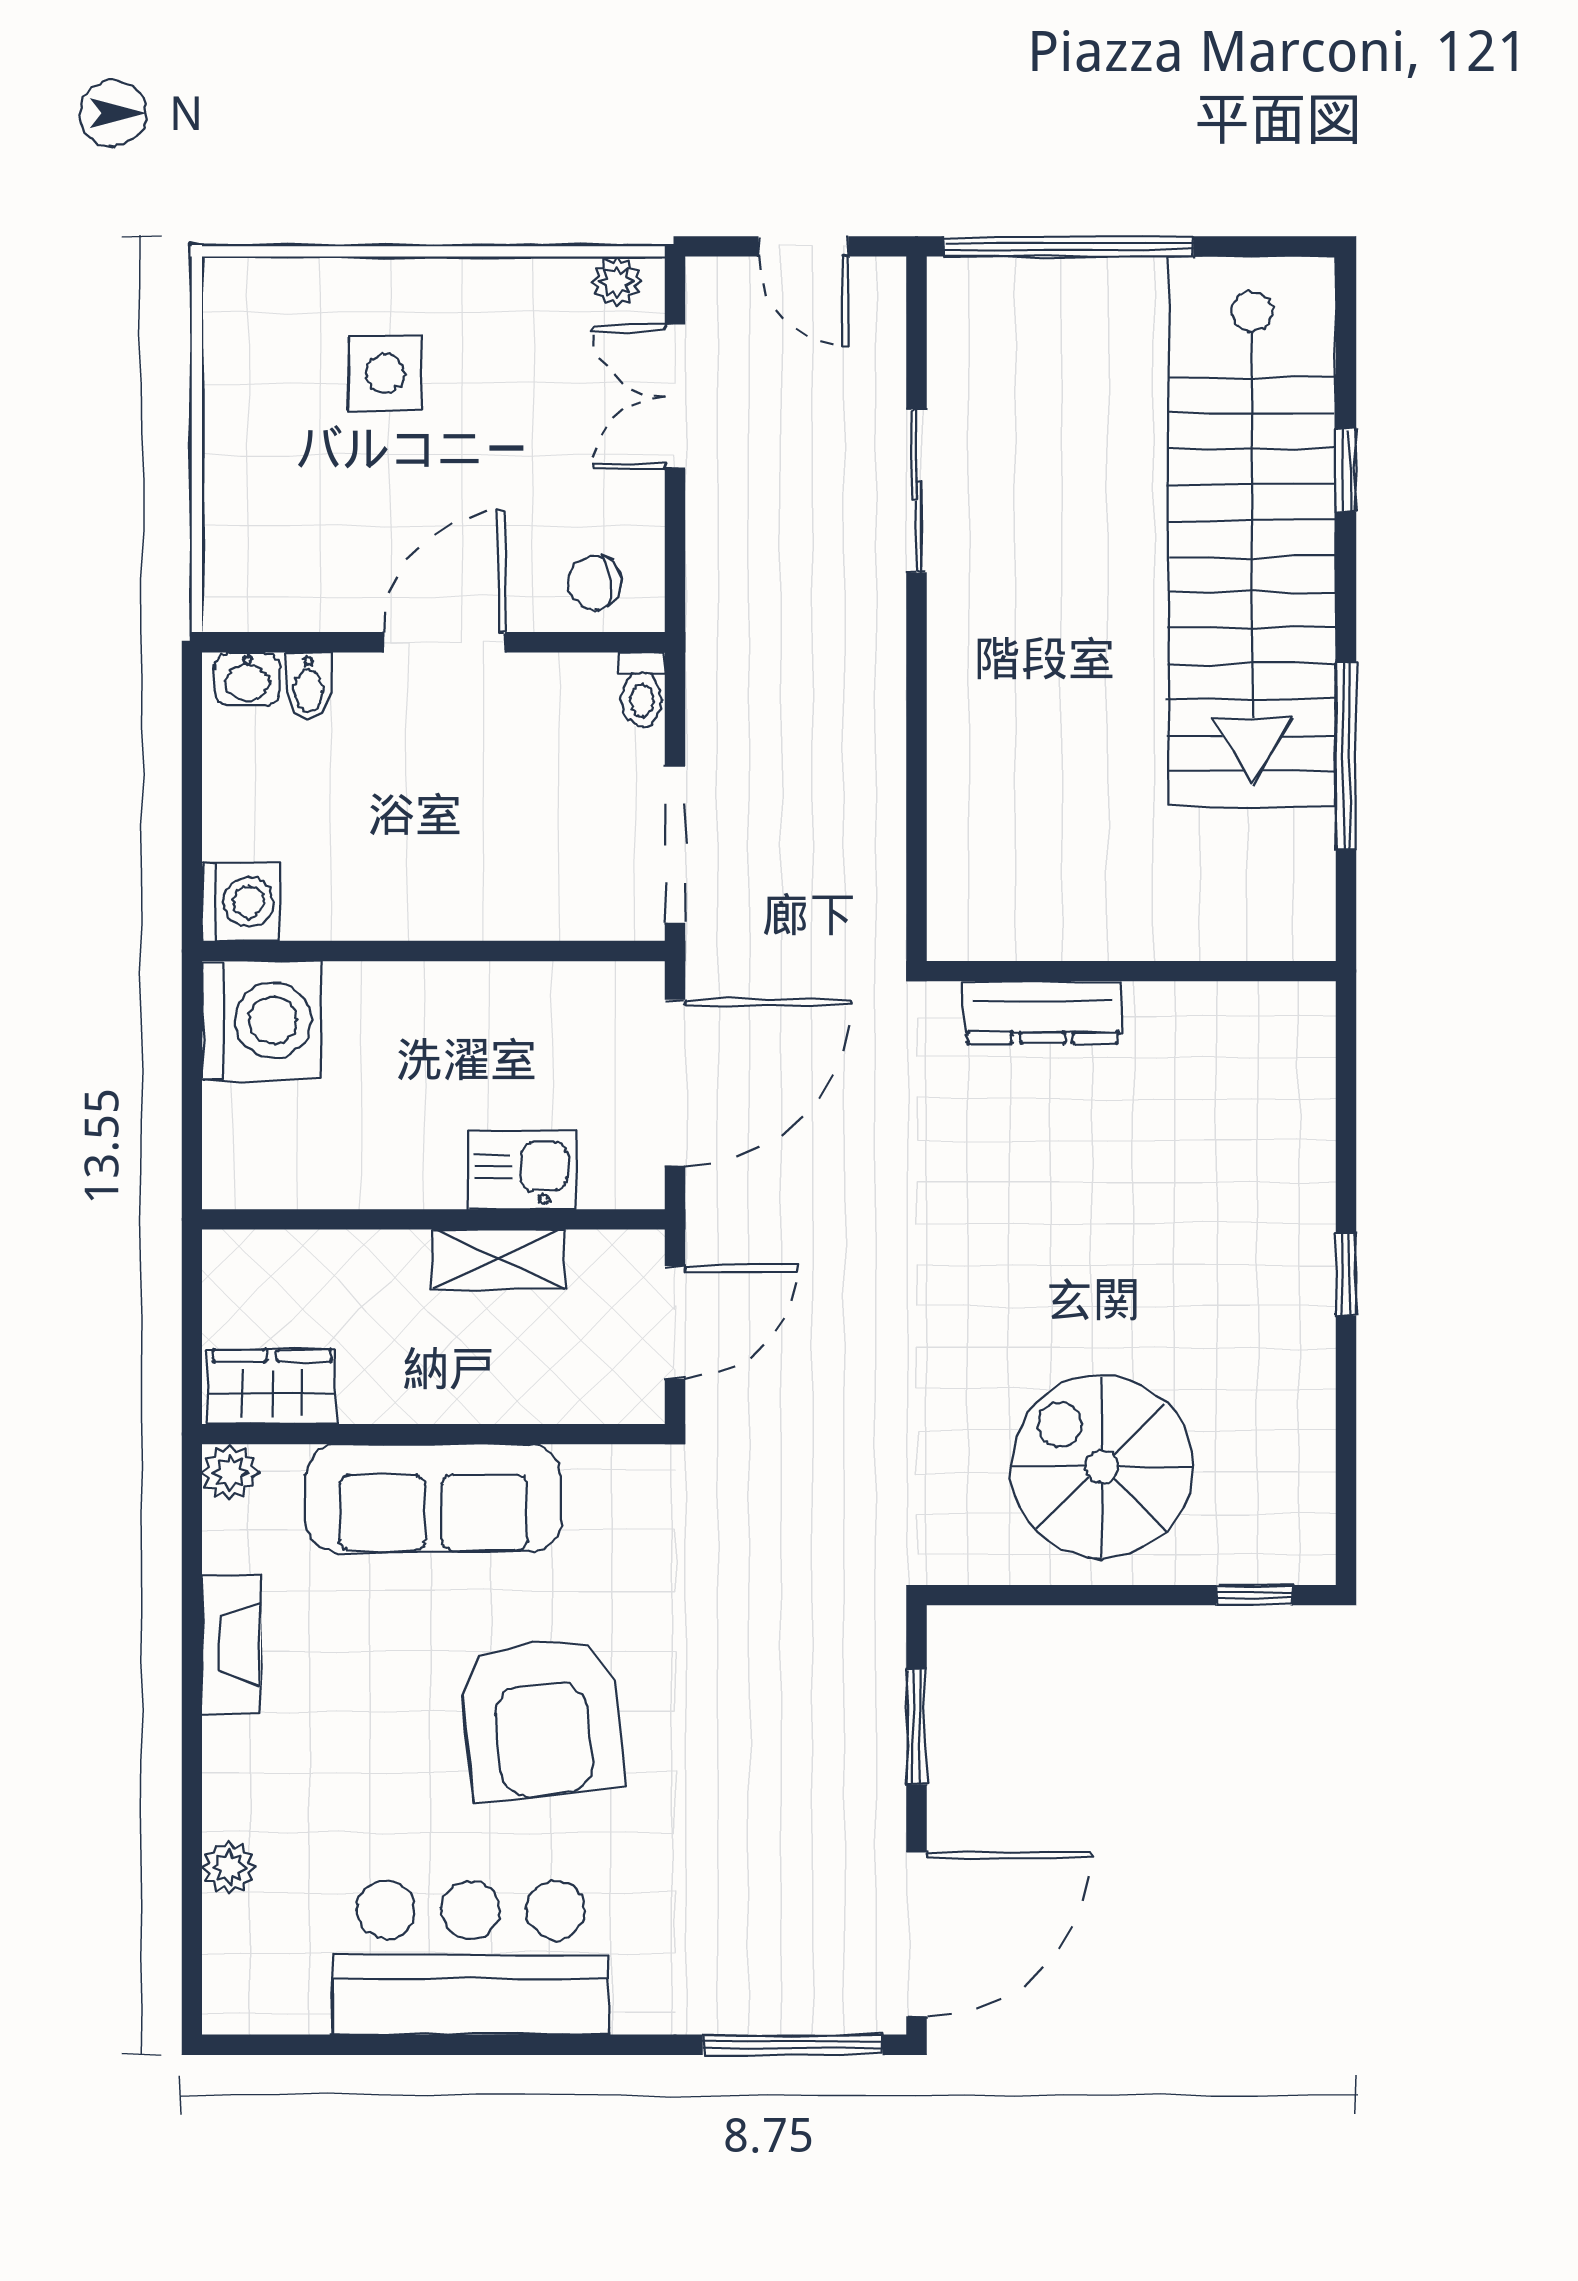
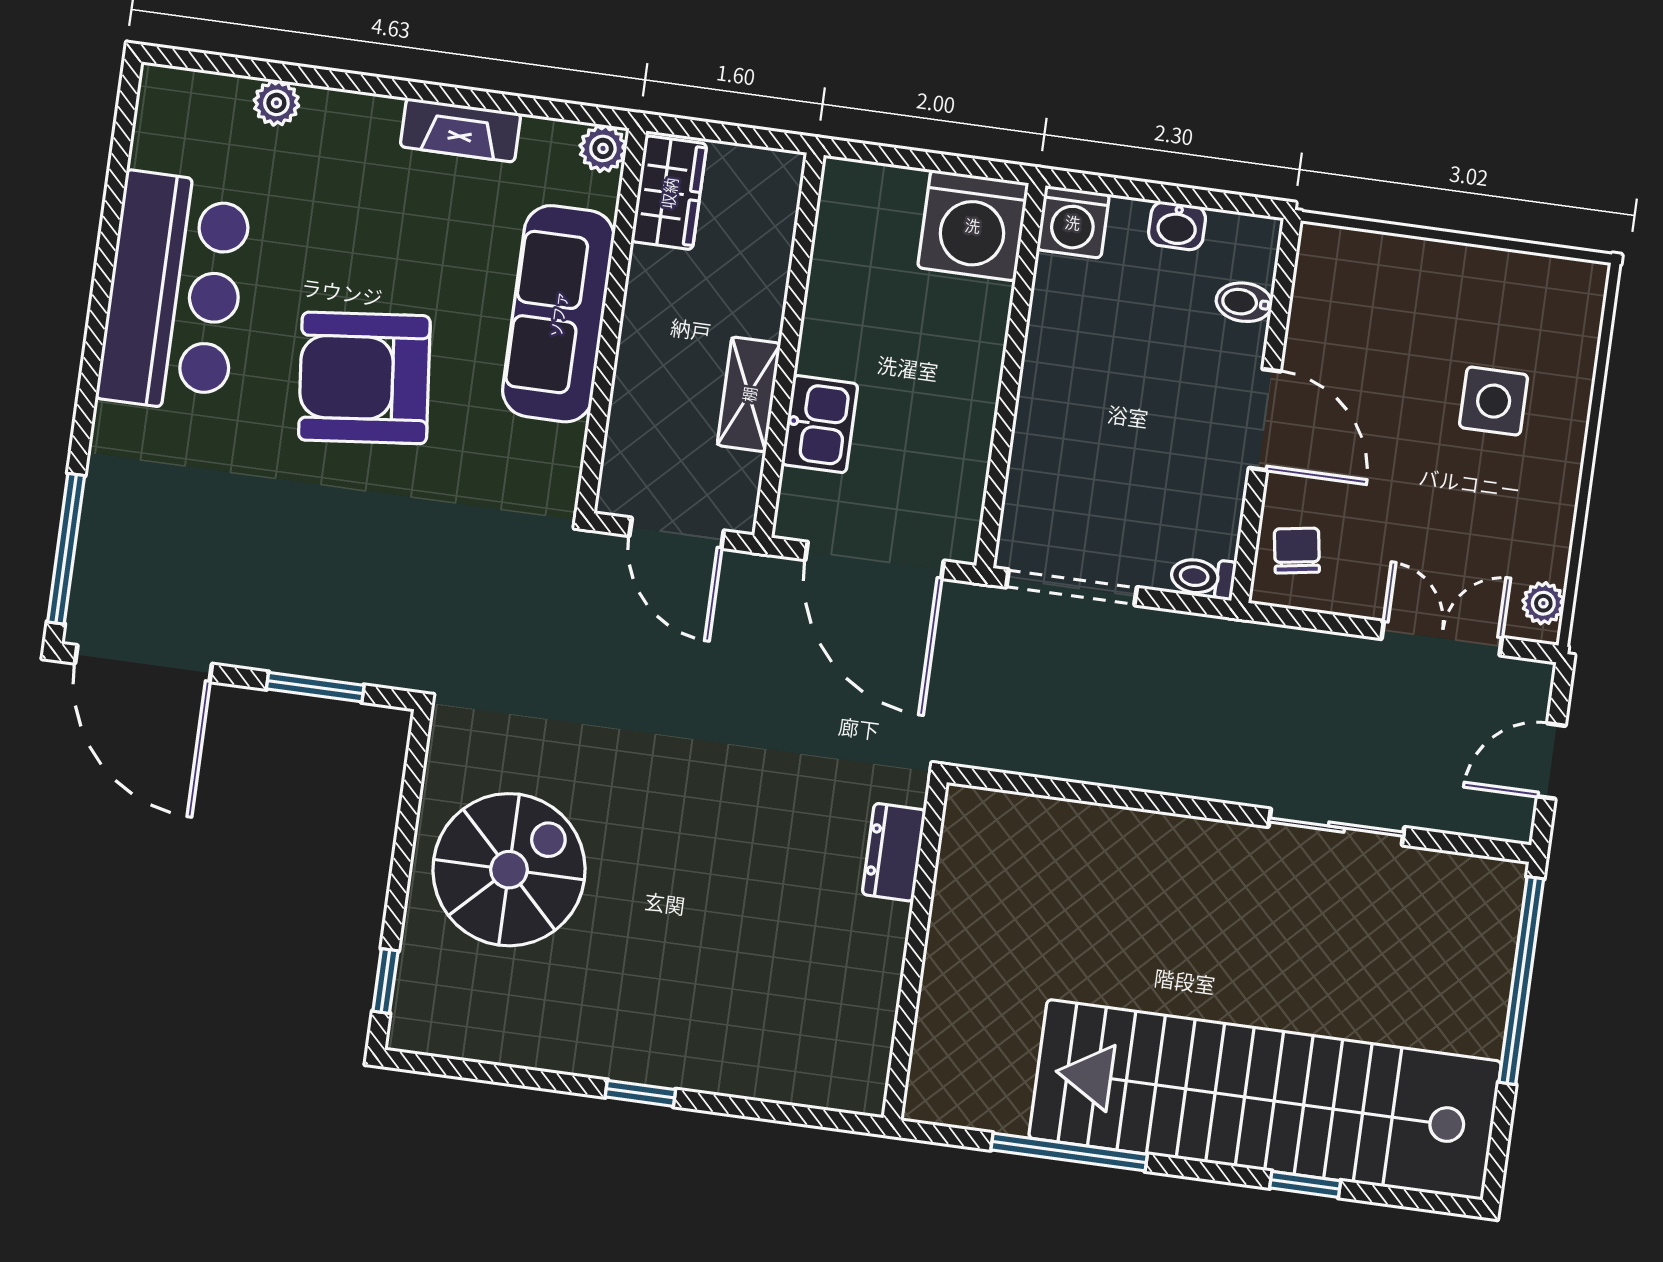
washbasin: (247, 679) -> (1177, 226), moved, turned -90
dresser: (1043, 1012) -> (894, 852), width x0.70

